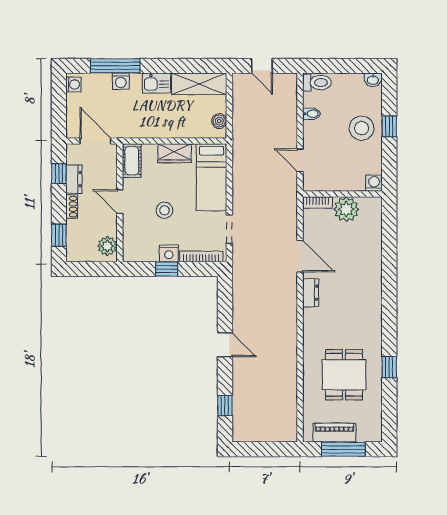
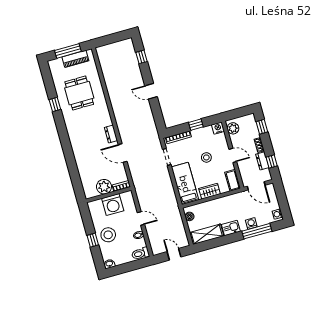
door: (300, 160) -> (141, 218), moved
washing machine: (374, 183) -> (113, 205), moved, width x1.89, depth x1.89
nightstand: (169, 253) -> (218, 128), moved

